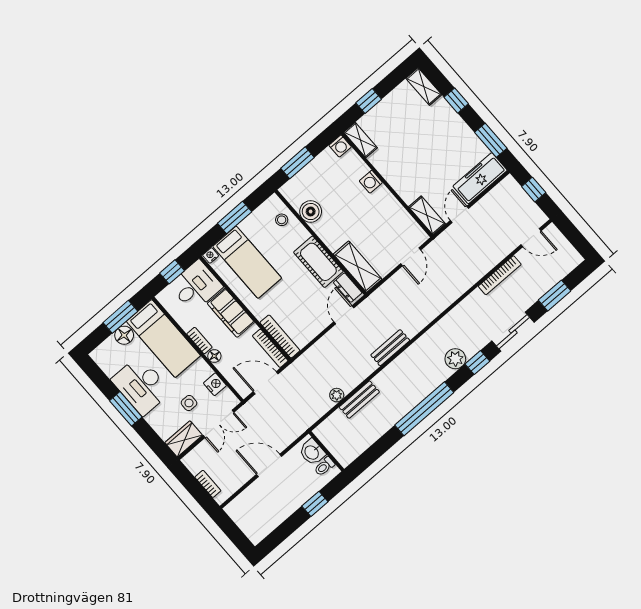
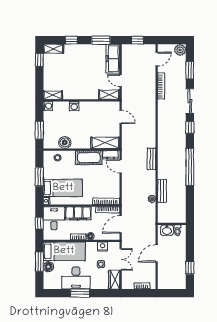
window: (369, 101) -> (39, 60), moved
plant: (455, 359) -> (180, 50), moved
window: (315, 504) -> (190, 268), moved

